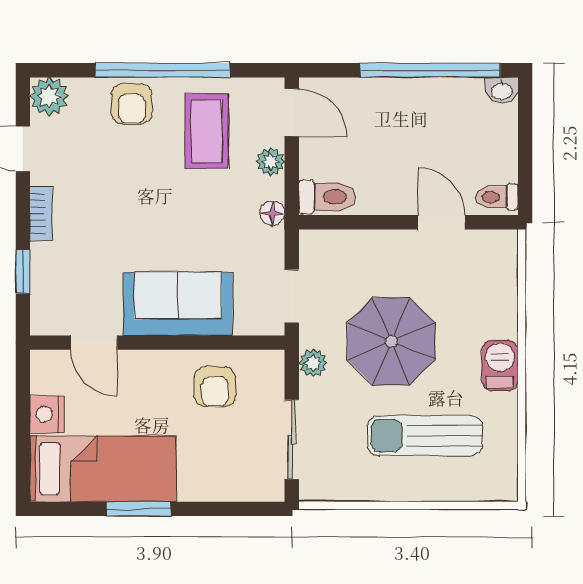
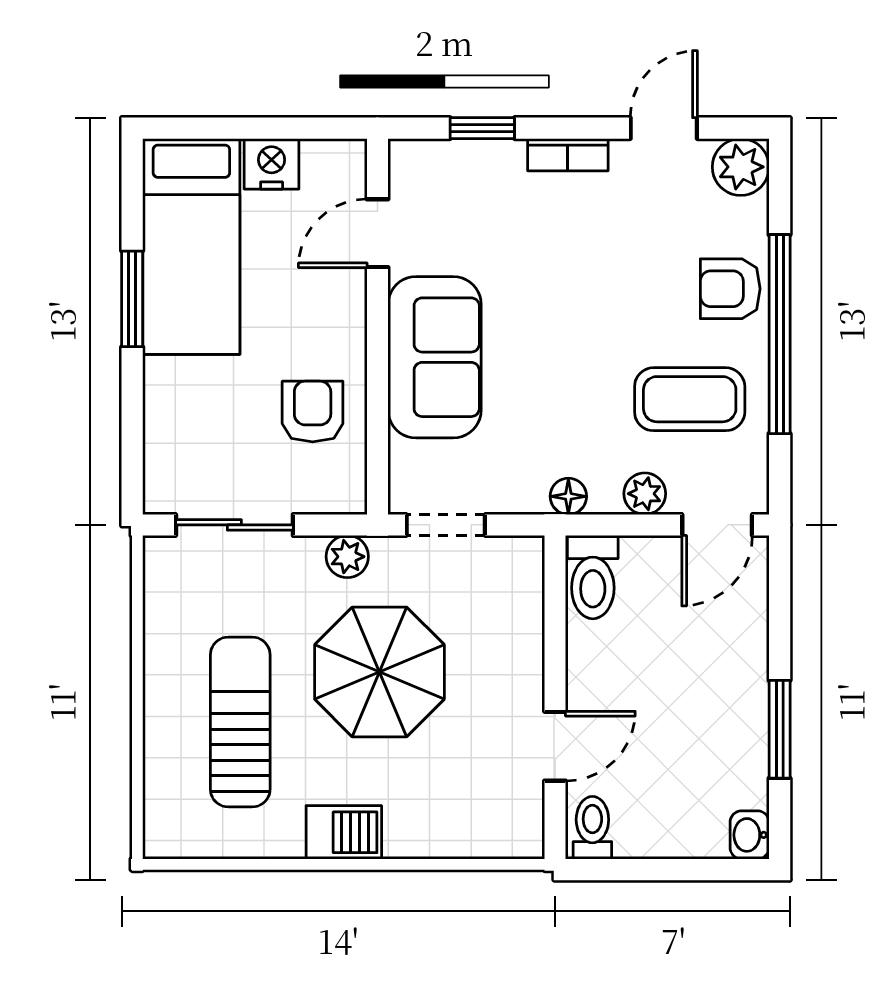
window: (430, 70) -> (780, 729), width x0.47
armchair: (215, 387) -> (313, 412), turned 90

